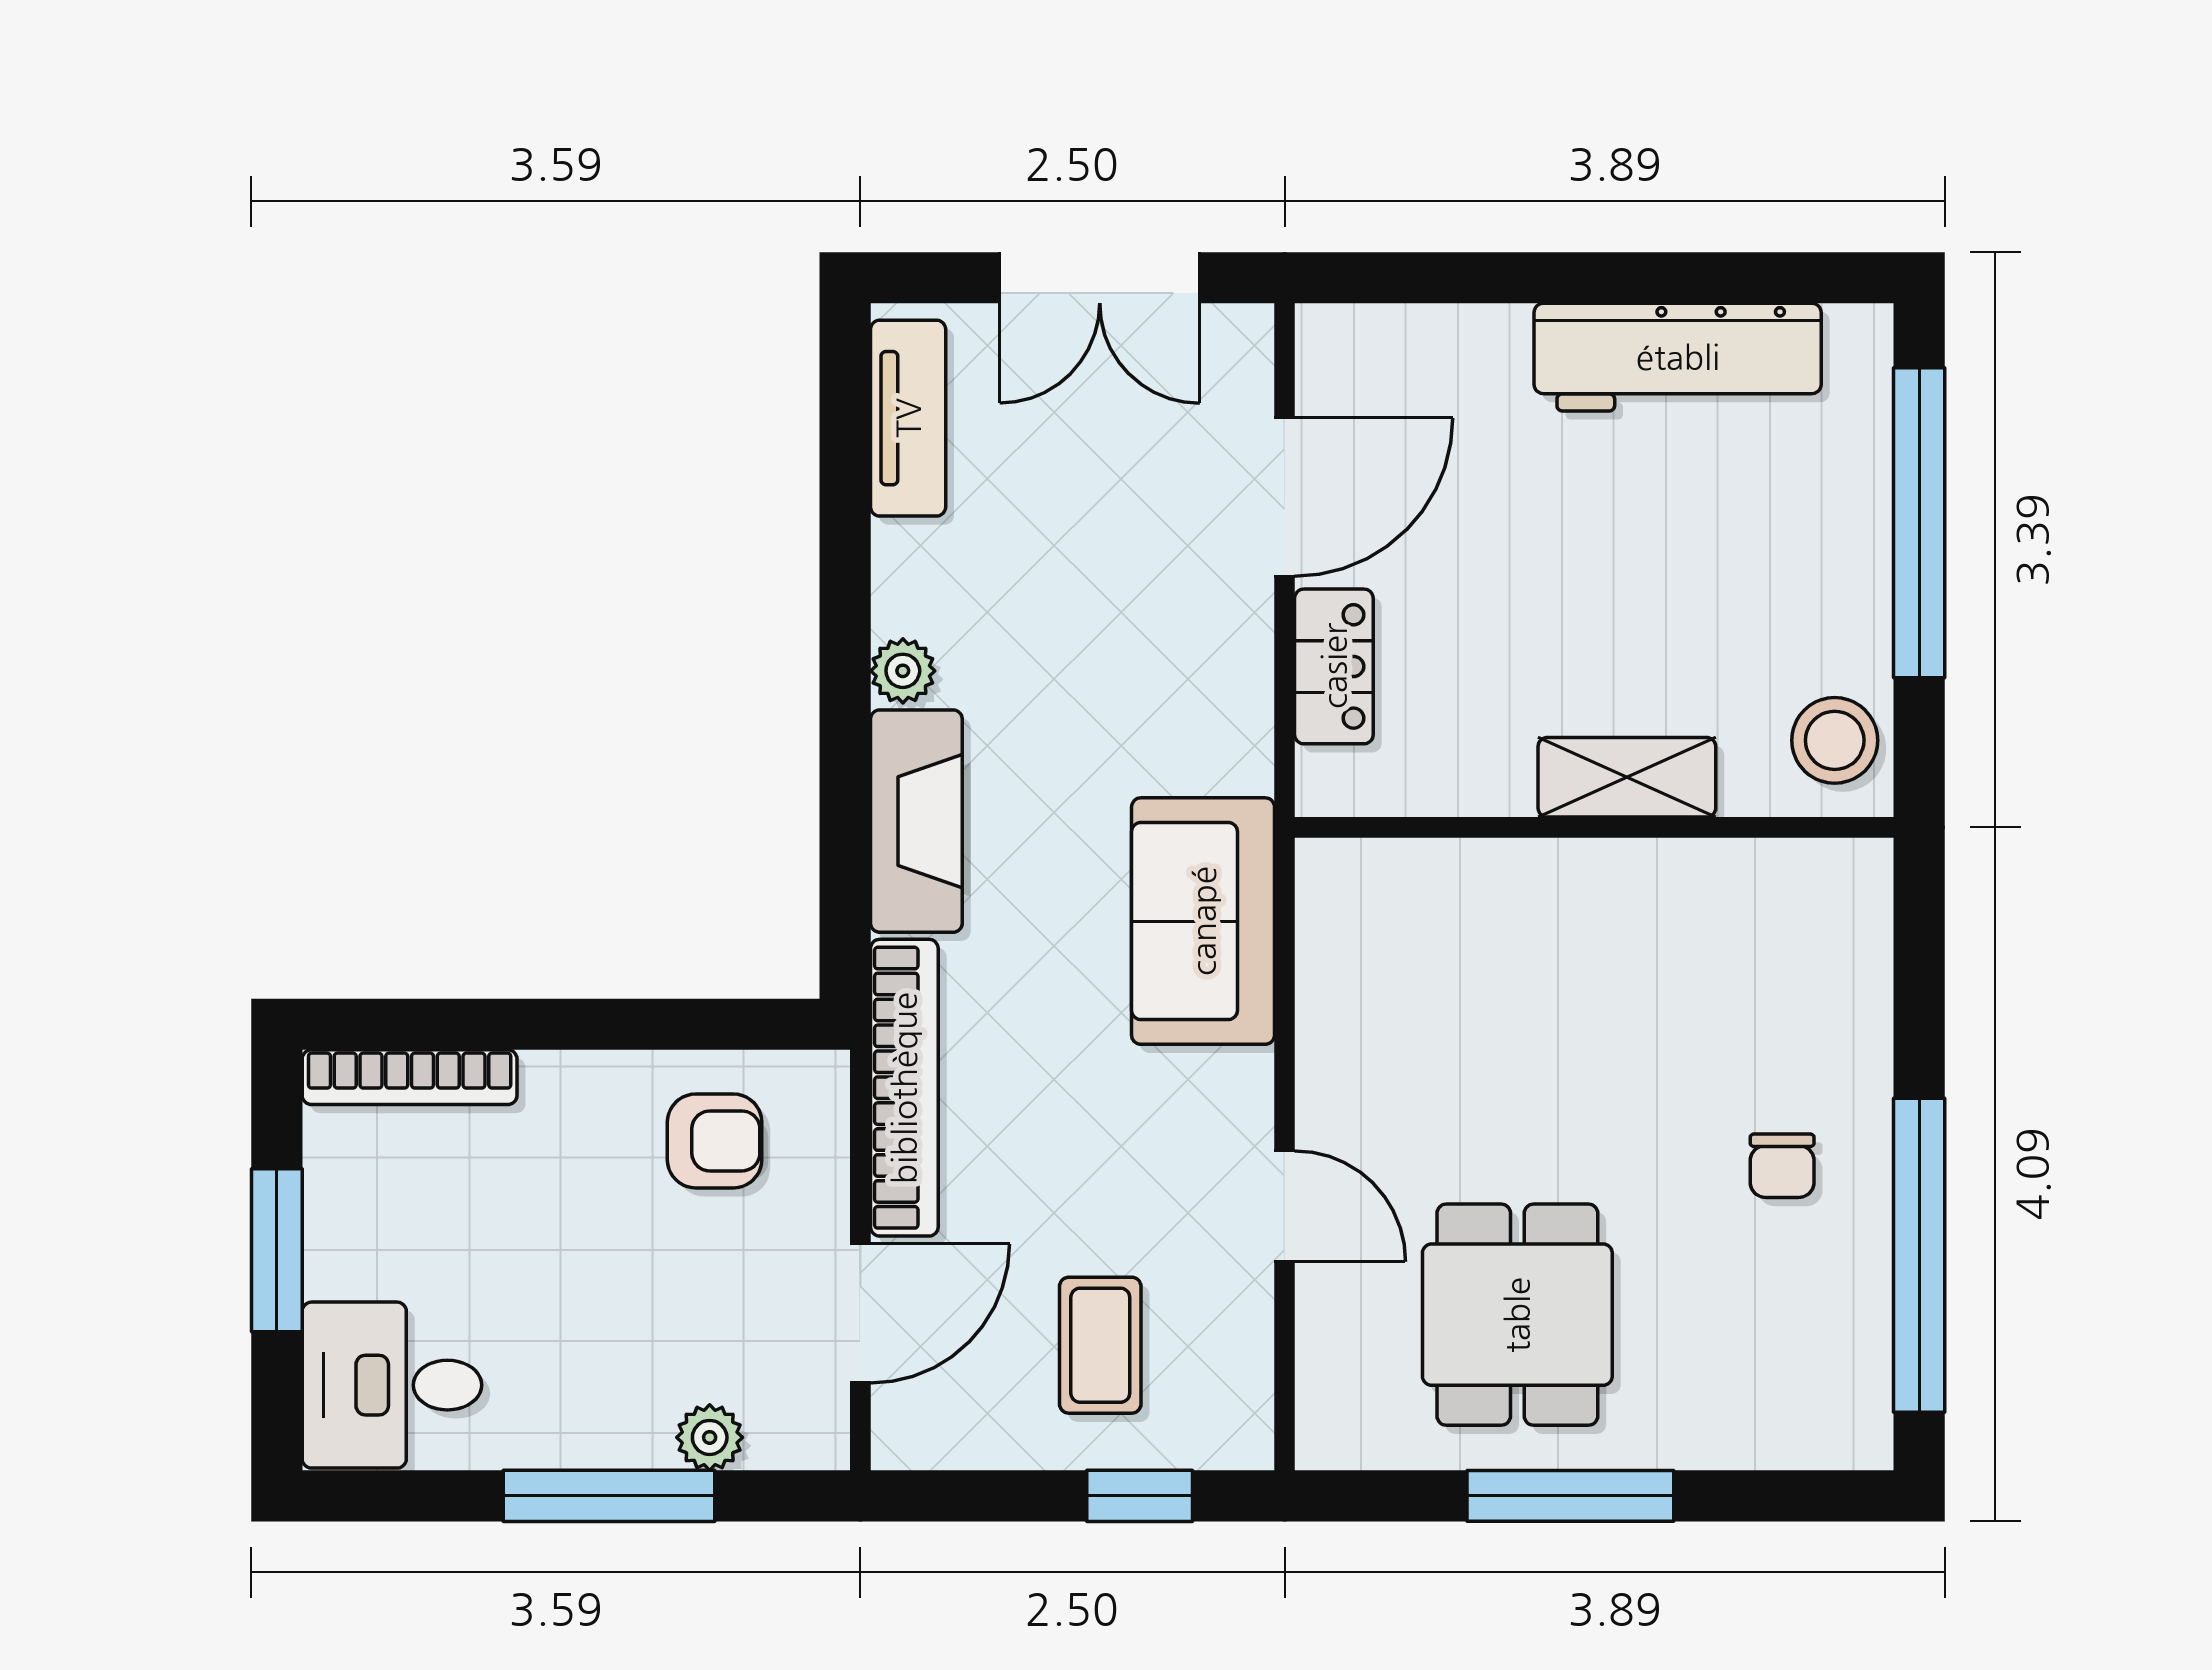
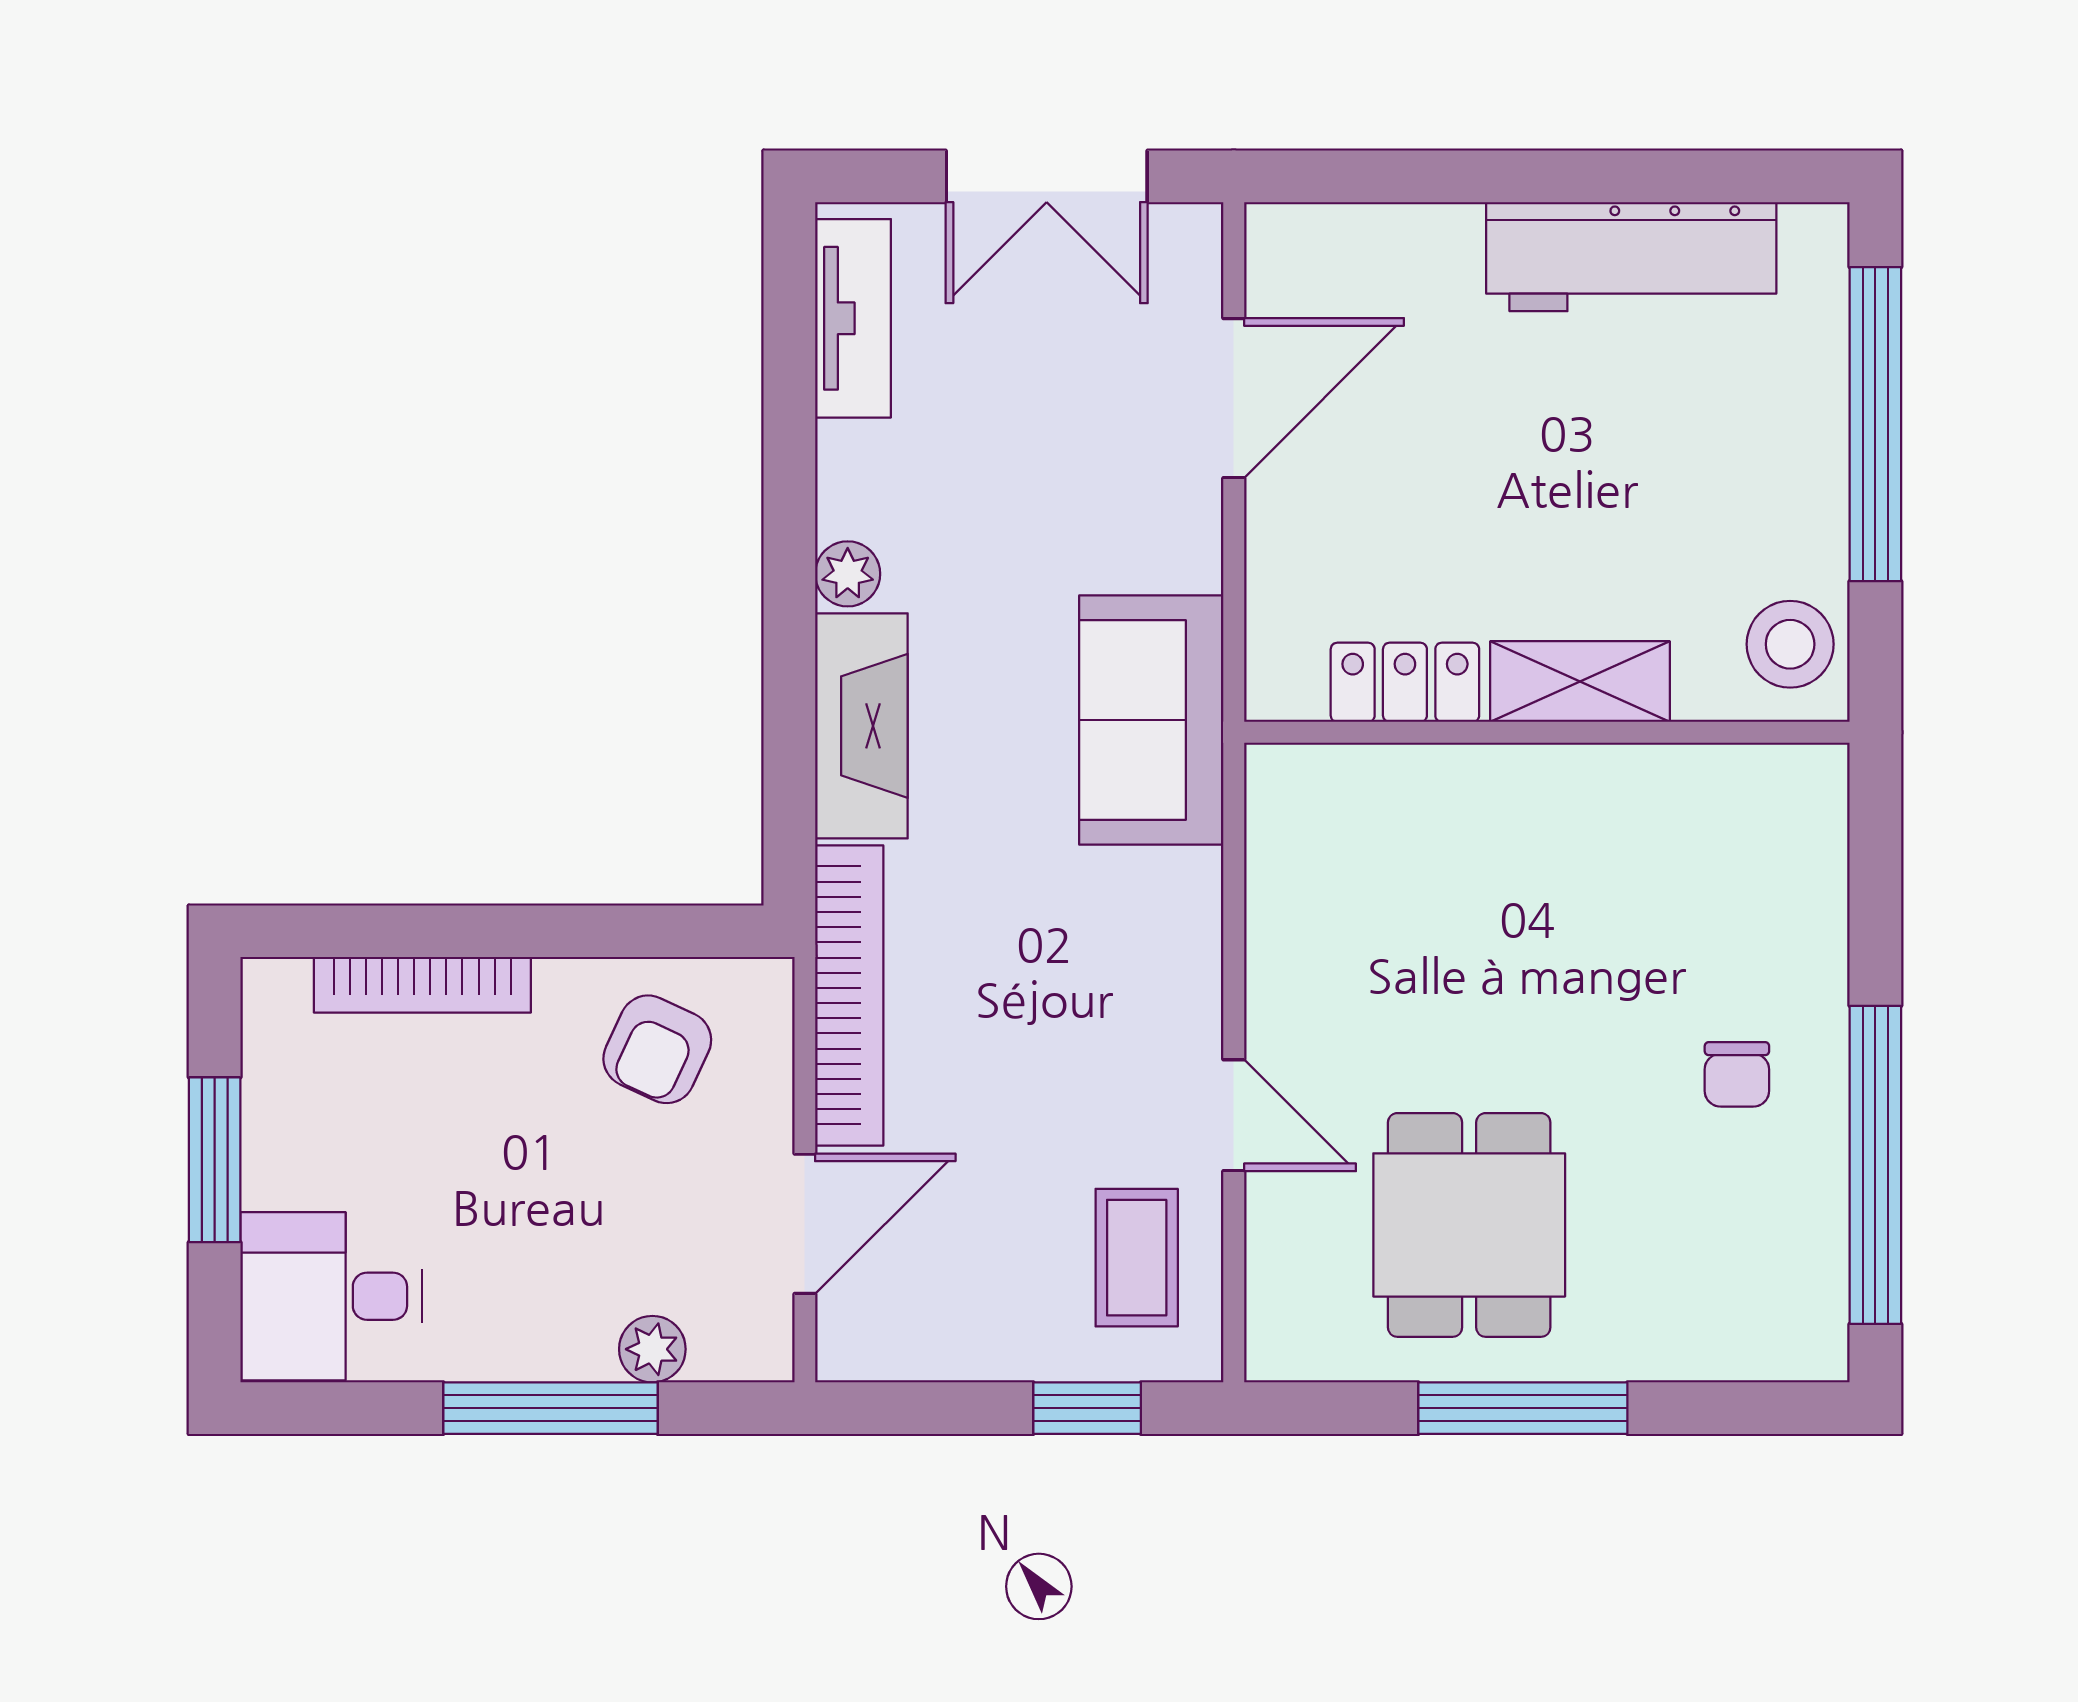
locker: (1334, 666) -> (1405, 682), moved, turned -90
sofa: (1203, 921) -> (1151, 720), moved
bookcase: (410, 1077) -> (422, 985), moved
armchair: (715, 1141) -> (657, 1049), turned 115
coffee table: (1100, 1345) -> (1137, 1258), moved

